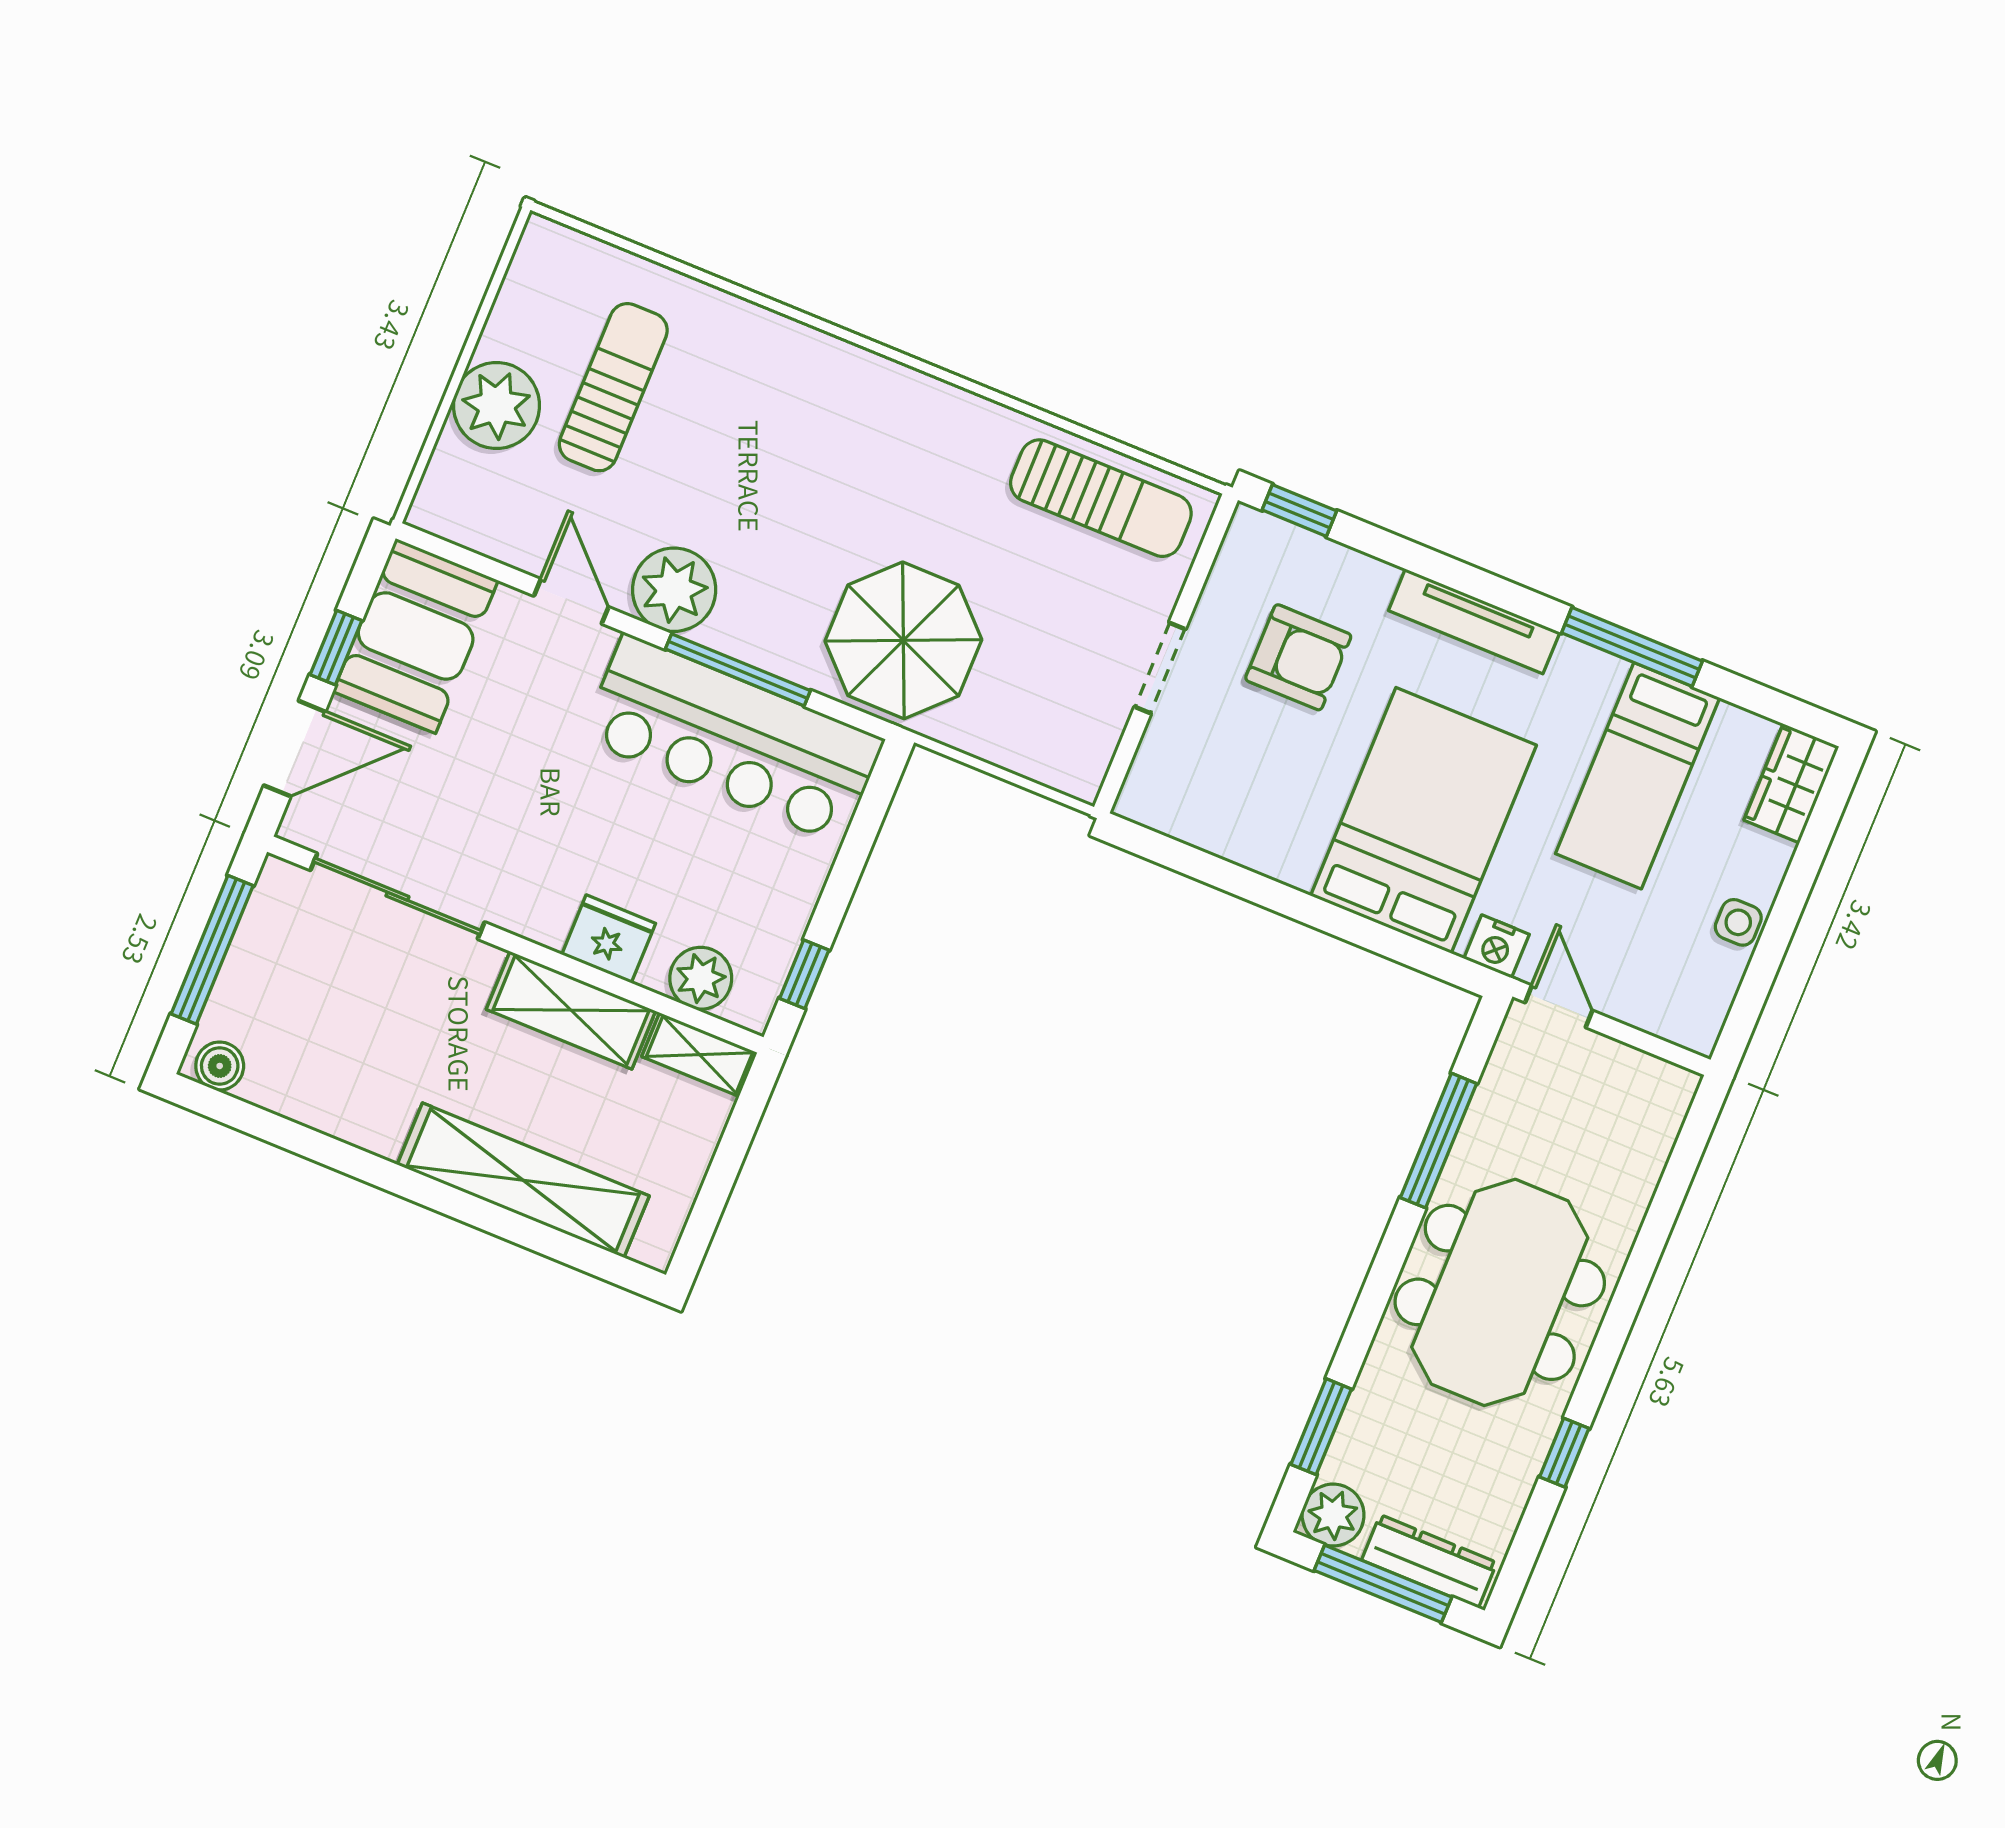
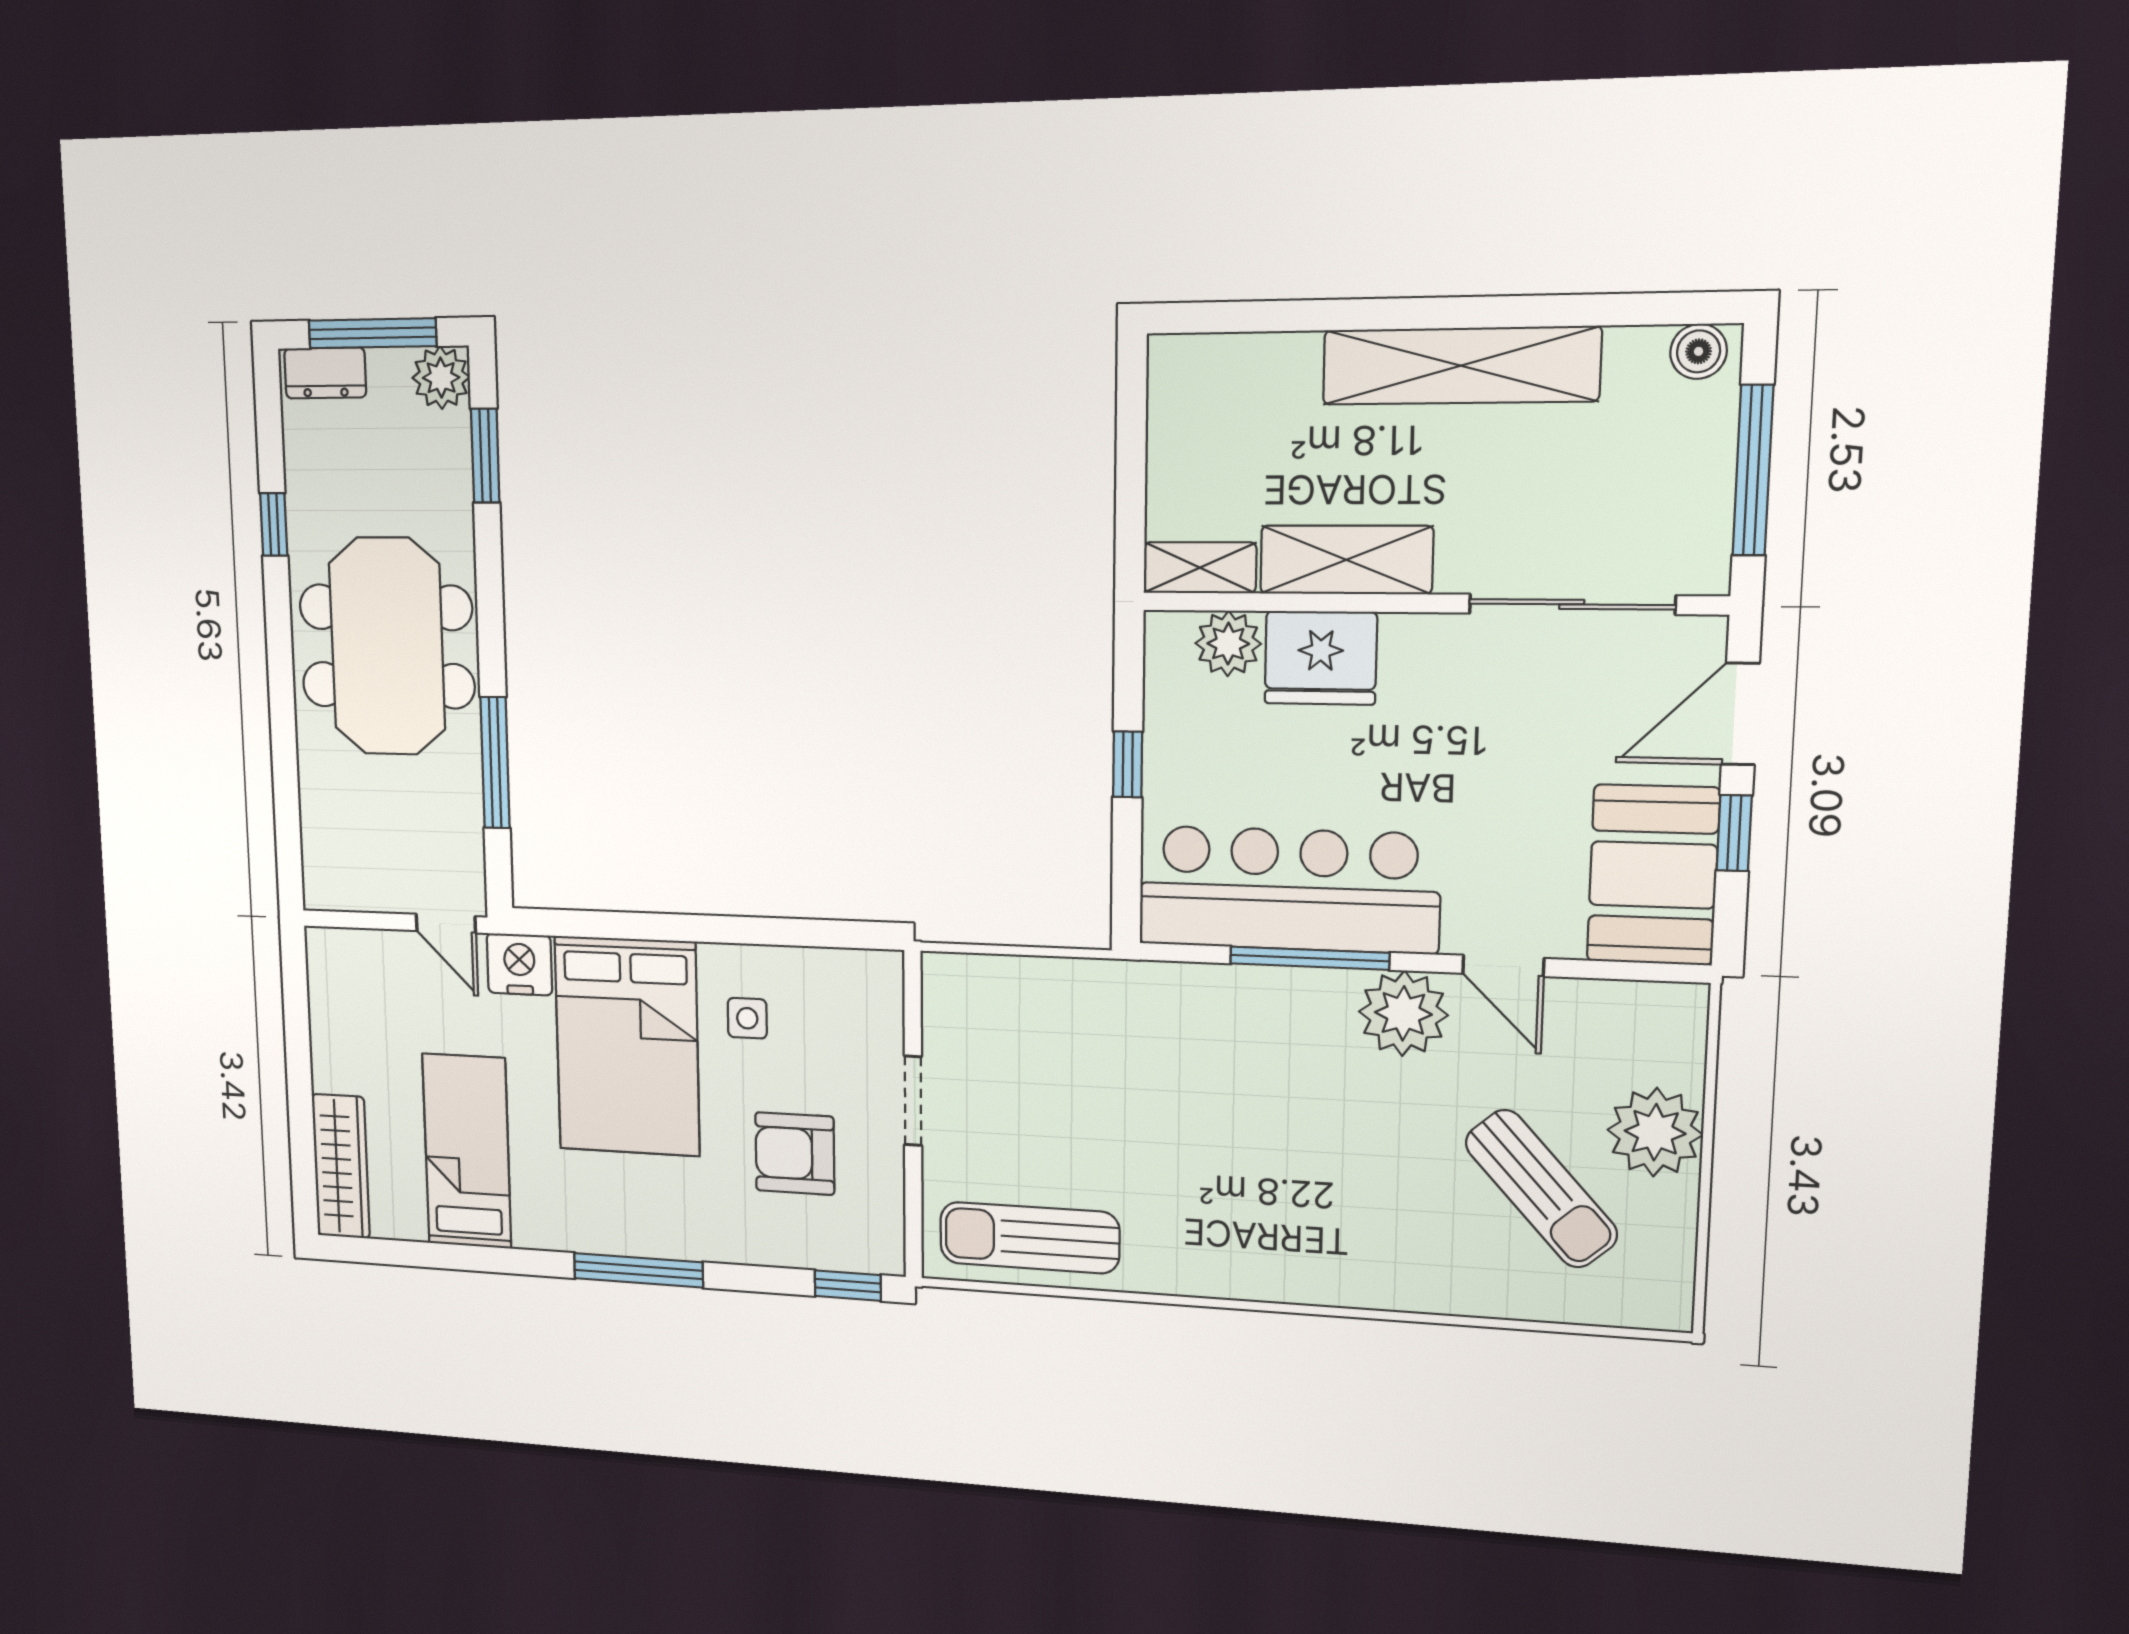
sun lounger: (613, 387) -> (1541, 1189), turned -42
tv unit: (1474, 621) -> (658, 1238), removed
parasol: (903, 640) -> (1160, 1043), removed
window: (1632, 647) -> (638, 1270), moved
wardrobe: (1791, 783) -> (341, 1166), width x1.50
side table: (1738, 922) -> (747, 1018), moved
fridge: (609, 939) -> (1321, 658), width x1.36, depth x1.34
nightstand: (1497, 946) -> (519, 964), width x1.36, depth x1.33
window: (804, 974) -> (1128, 764), moved
shelving: (523, 1180) -> (1461, 366), moved
dresser: (1429, 1561) -> (325, 373), width x0.70

